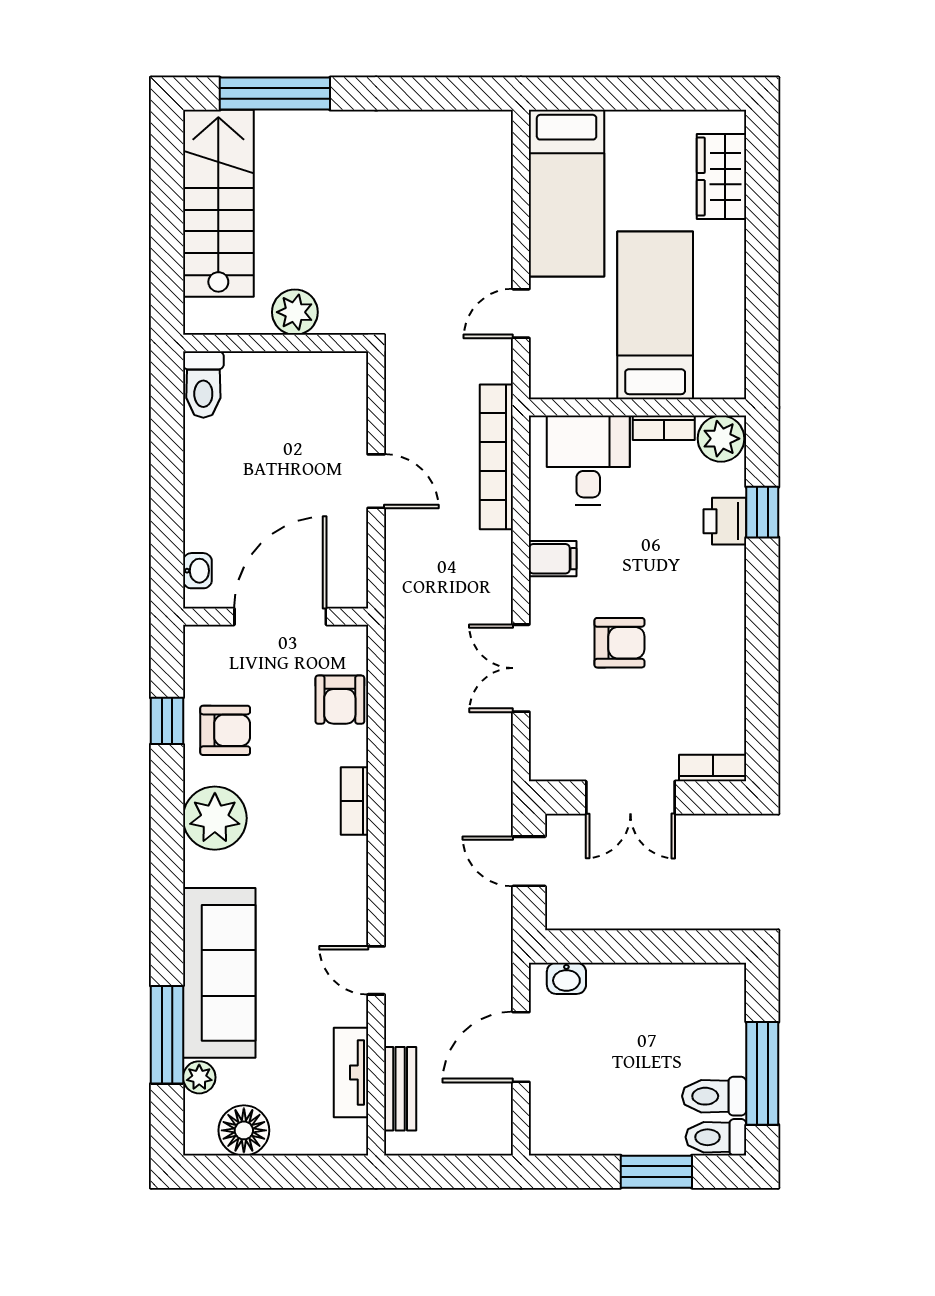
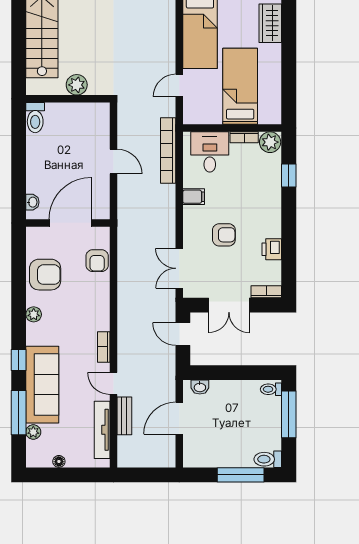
printer: (725, 521) -> (272, 249), moved
double door: (521, 668) -> (179, 268), moved
window: (167, 721) -> (19, 360), moved
armchair: (225, 730) -> (45, 275), width x1.38, depth x1.38
bookcase: (354, 801) -> (104, 347), moved
plant: (215, 818) -> (34, 314), width x0.53, depth x0.53
tv unit: (351, 1073) -> (102, 430), width x1.41
window: (762, 1073) -> (289, 414), moved
bench: (400, 1089) -> (124, 416), moved
toilet: (714, 1096) -> (271, 389), moved, width x0.73, depth x0.72
floor lamp: (244, 1130) -> (59, 461), width x0.53, depth x0.53
window: (656, 1172) -> (241, 475), width x1.44

